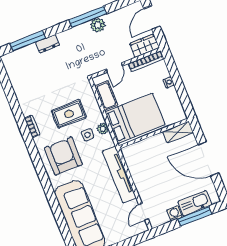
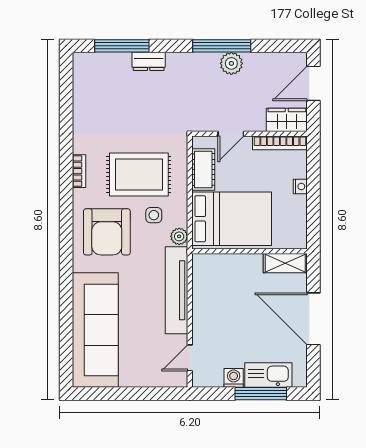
rug: (69, 114) -> (139, 174), width x1.36, depth x1.43
plant: (103, 129) -> (179, 236), moved
armchair: (63, 156) -> (107, 232), turned 180

